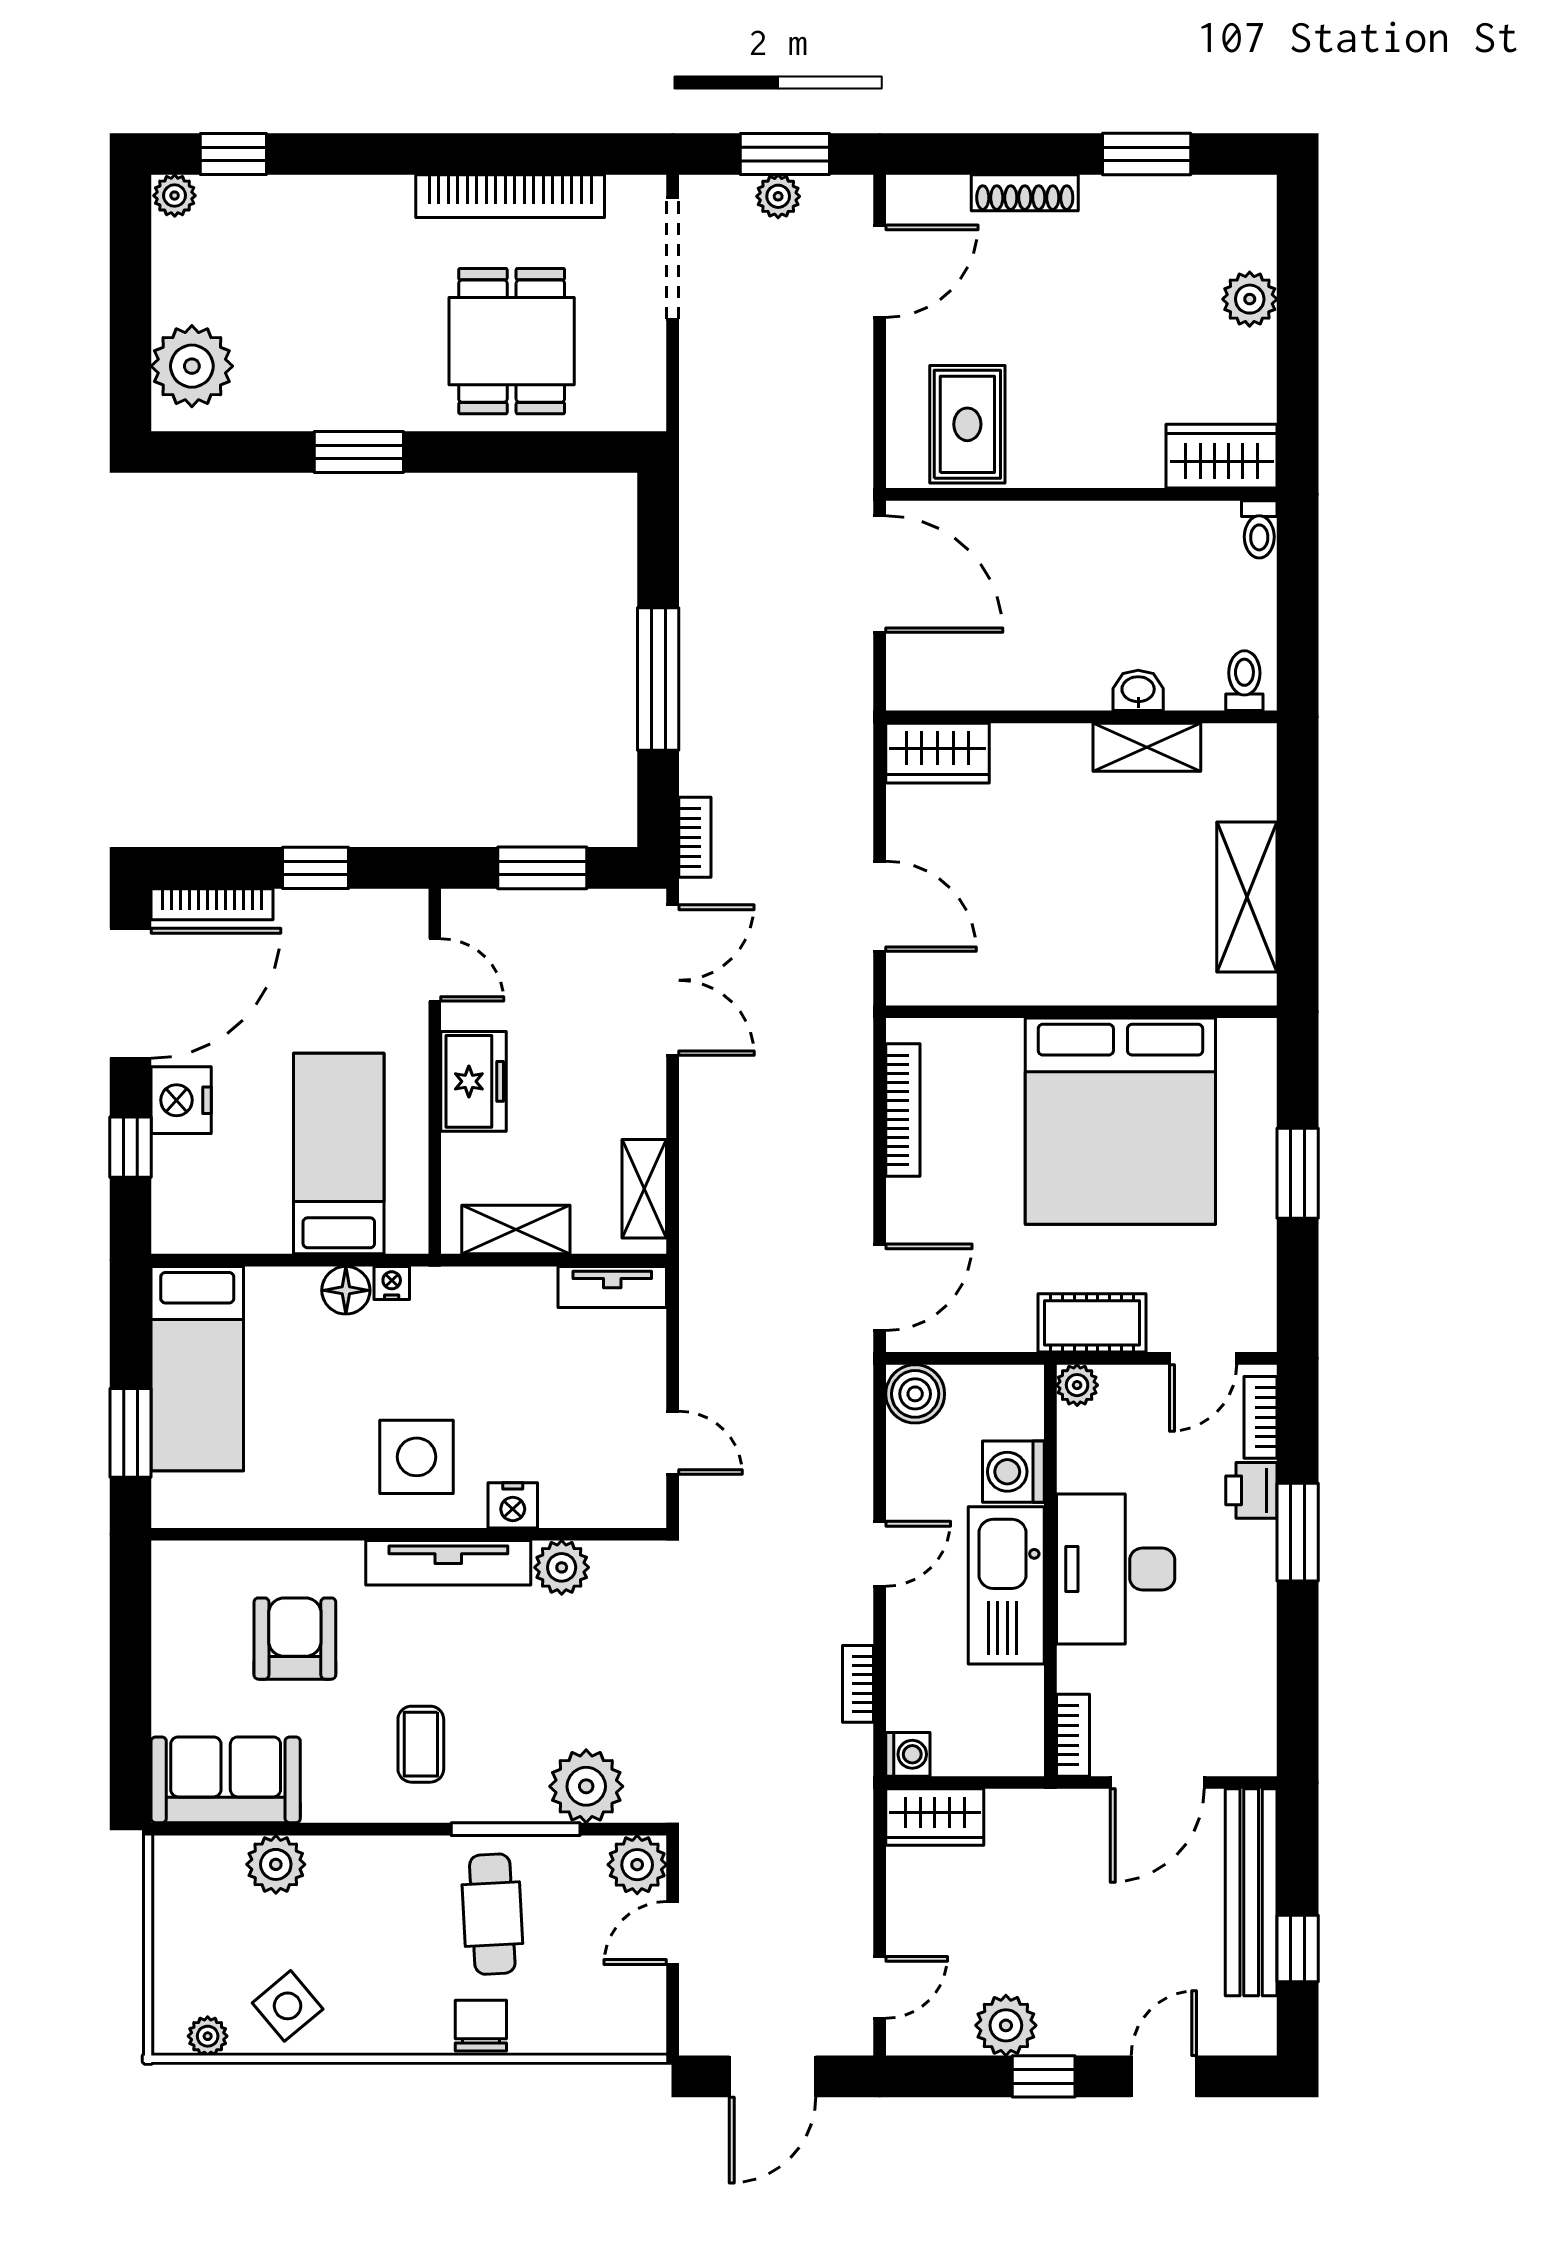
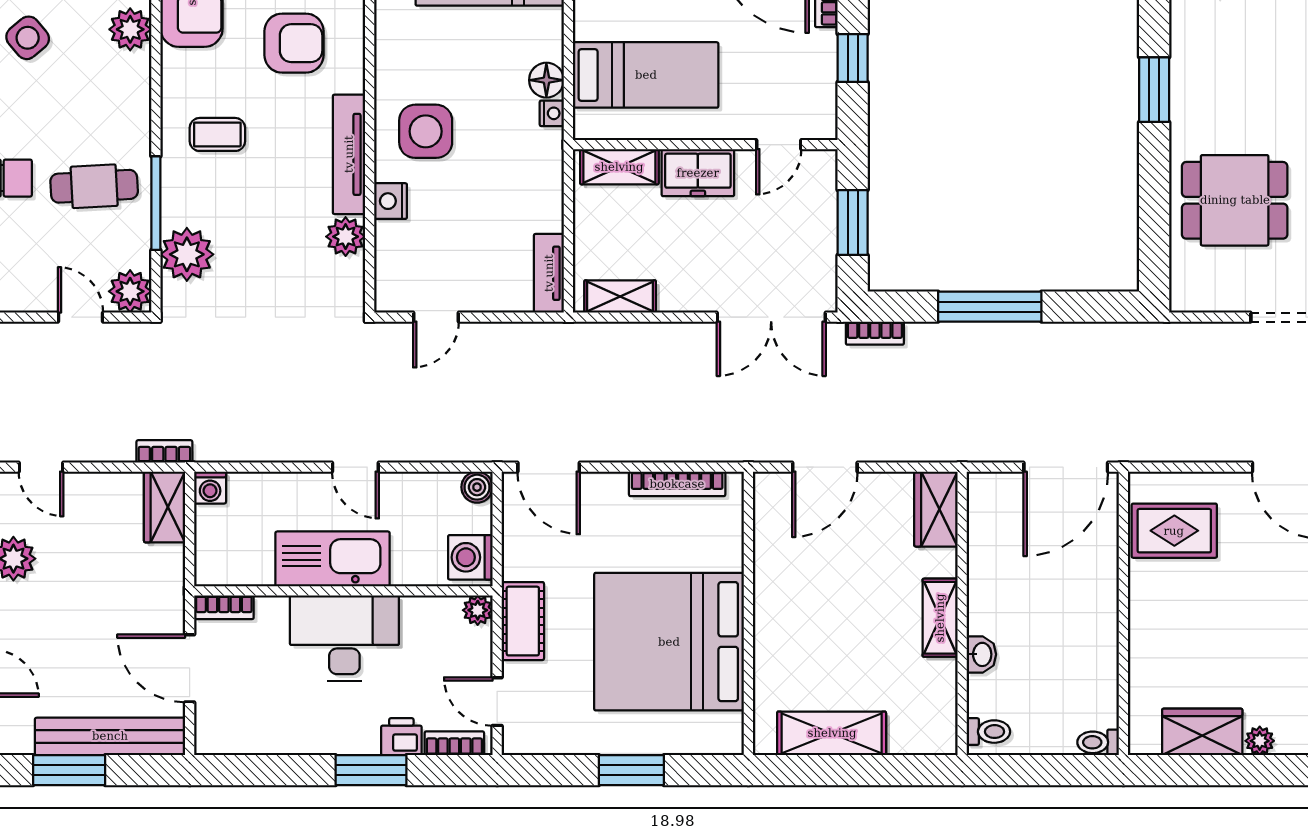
plant: (1250, 299) -> (1260, 741), width x0.73, depth x0.73
wardrobe: (1222, 456) -> (1202, 732), moved, turned -90
shelving: (1147, 747) -> (940, 618), moved
shelving: (516, 1230) -> (619, 167), moved, turned 90
boiler: (915, 1394) -> (477, 487), width x0.73, depth x0.73
washing machine: (1013, 1472) -> (470, 557), moved, turned -90
bookcase: (858, 1684) -> (164, 451), moved
window: (1298, 1949) -> (69, 770), width x1.50

